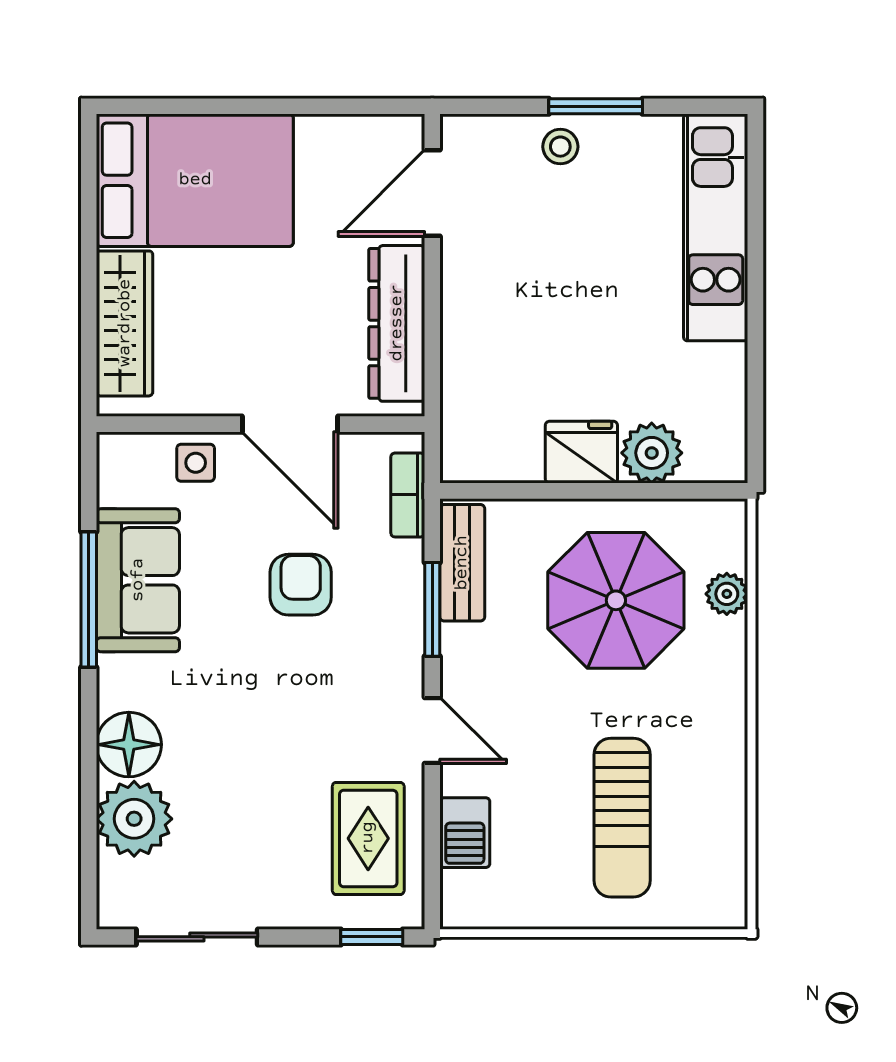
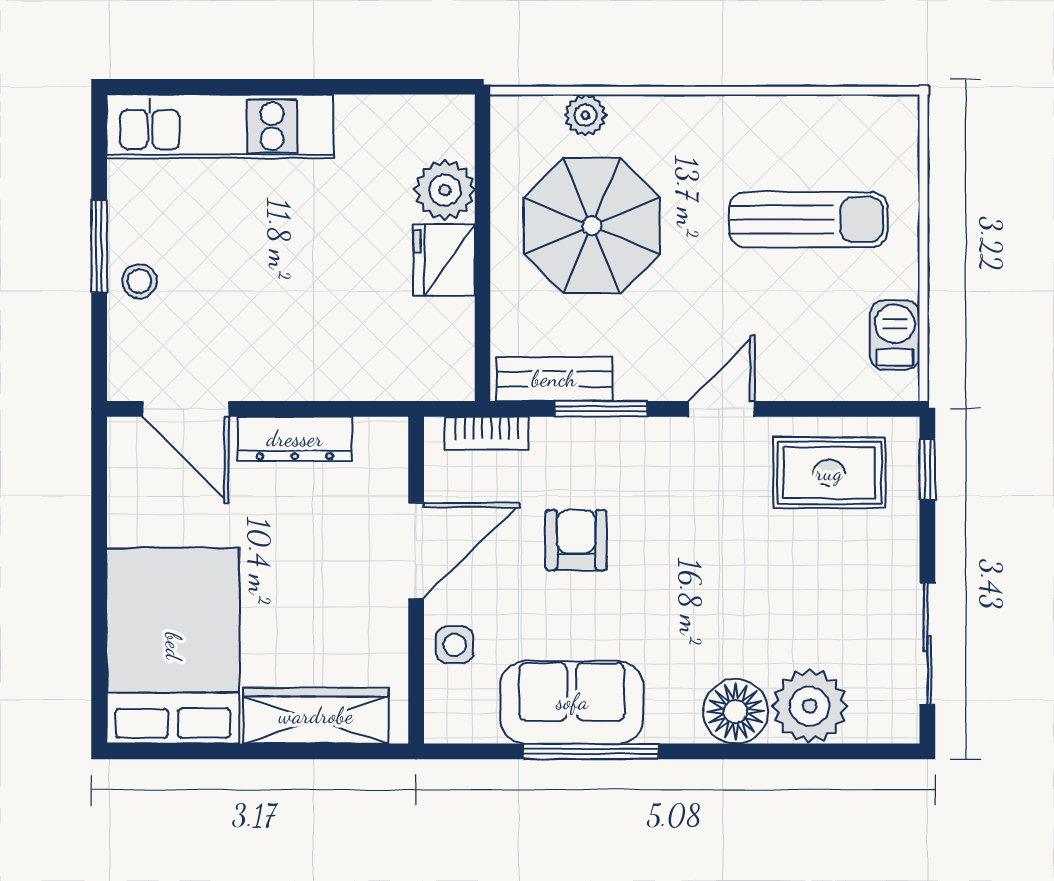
dresser: (397, 323) -> (295, 439), width x0.73, depth x0.80
armchair: (301, 585) -> (576, 540), turned 90
barbecue: (465, 833) -> (895, 335), moved, turned -90

